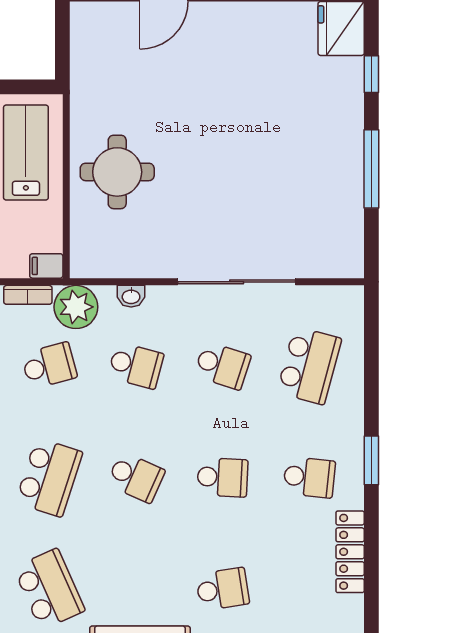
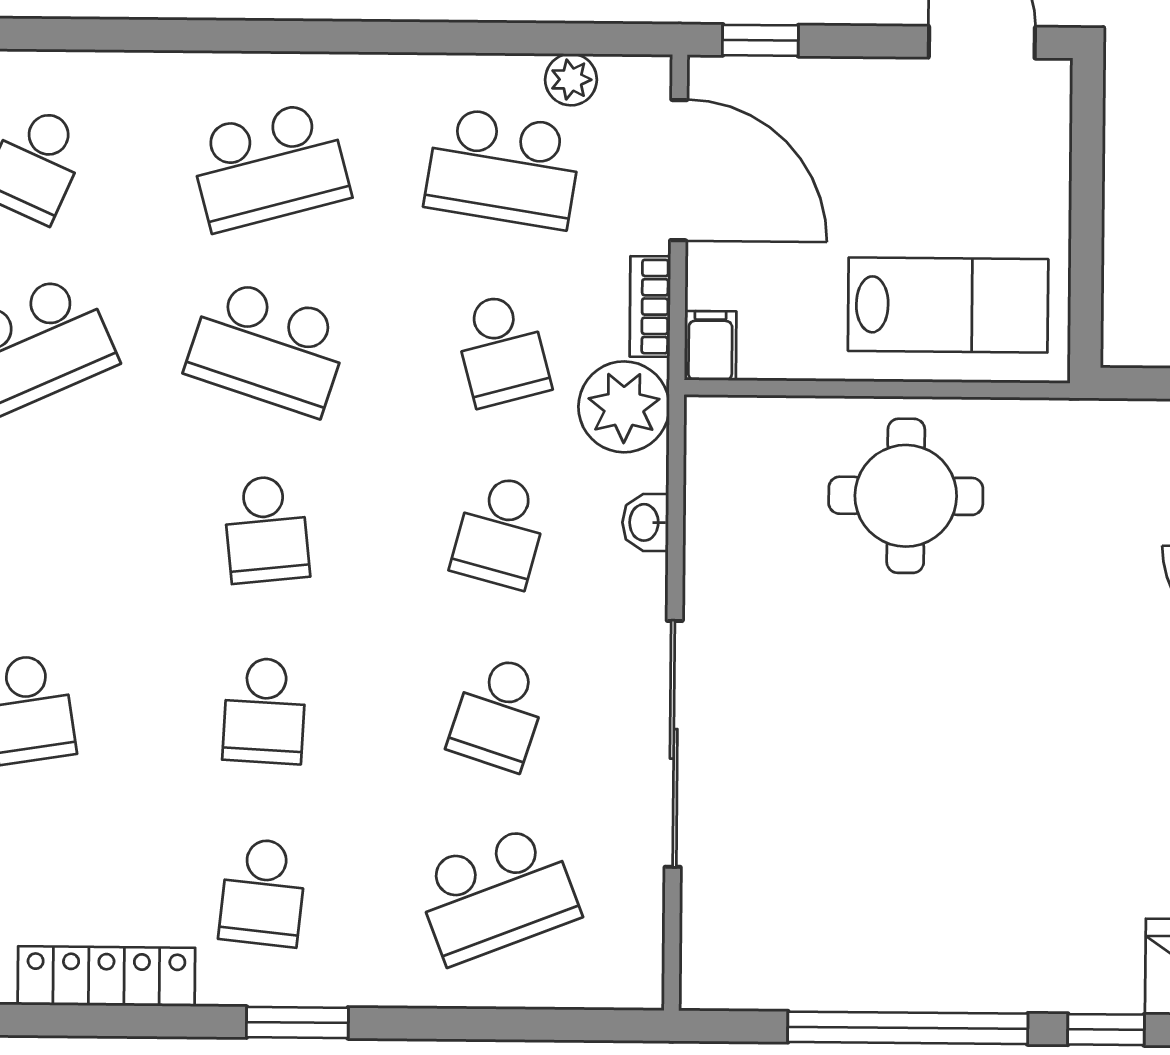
window: (371, 169) -> (908, 1028), width x1.46
school desk: (309, 366) -> (497, 894), turned -36
school desk: (136, 477) -> (266, 529), turned -30

